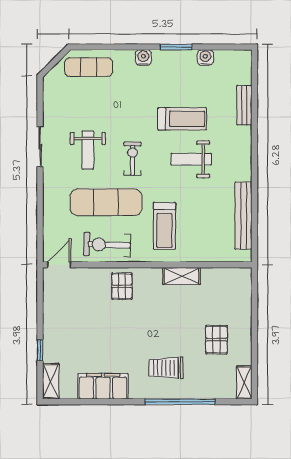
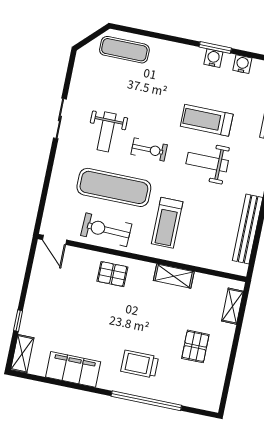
water cooler: (143, 57) -> (213, 58), moved
treadmill: (182, 119) -> (207, 120), turned 180
exercise bike: (132, 159) -> (149, 150), turned 90
door: (59, 265) -> (55, 240), swing flipped
pallet: (122, 286) -> (112, 274), turned 90
shelving: (244, 382) -> (232, 306), moved

